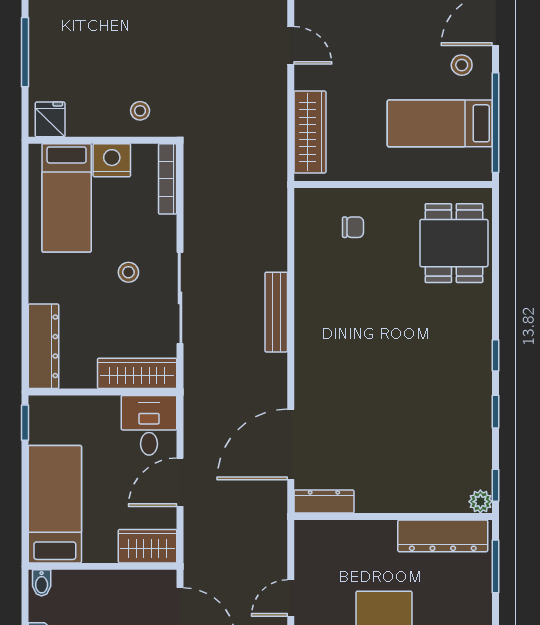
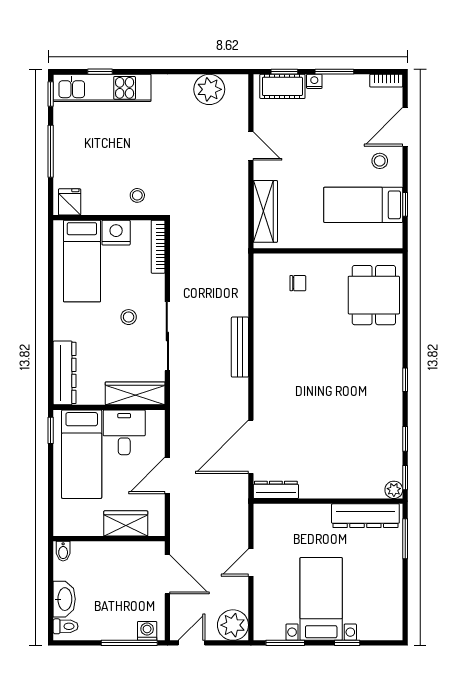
window: (496, 123) -> (405, 204), width x0.32
window: (496, 412) -> (405, 439), moved
desk: (149, 425) -> (124, 432), moved
bed: (55, 504) -> (82, 454), moved, turned 180
wardrobe: (148, 546) -> (126, 523), moved

